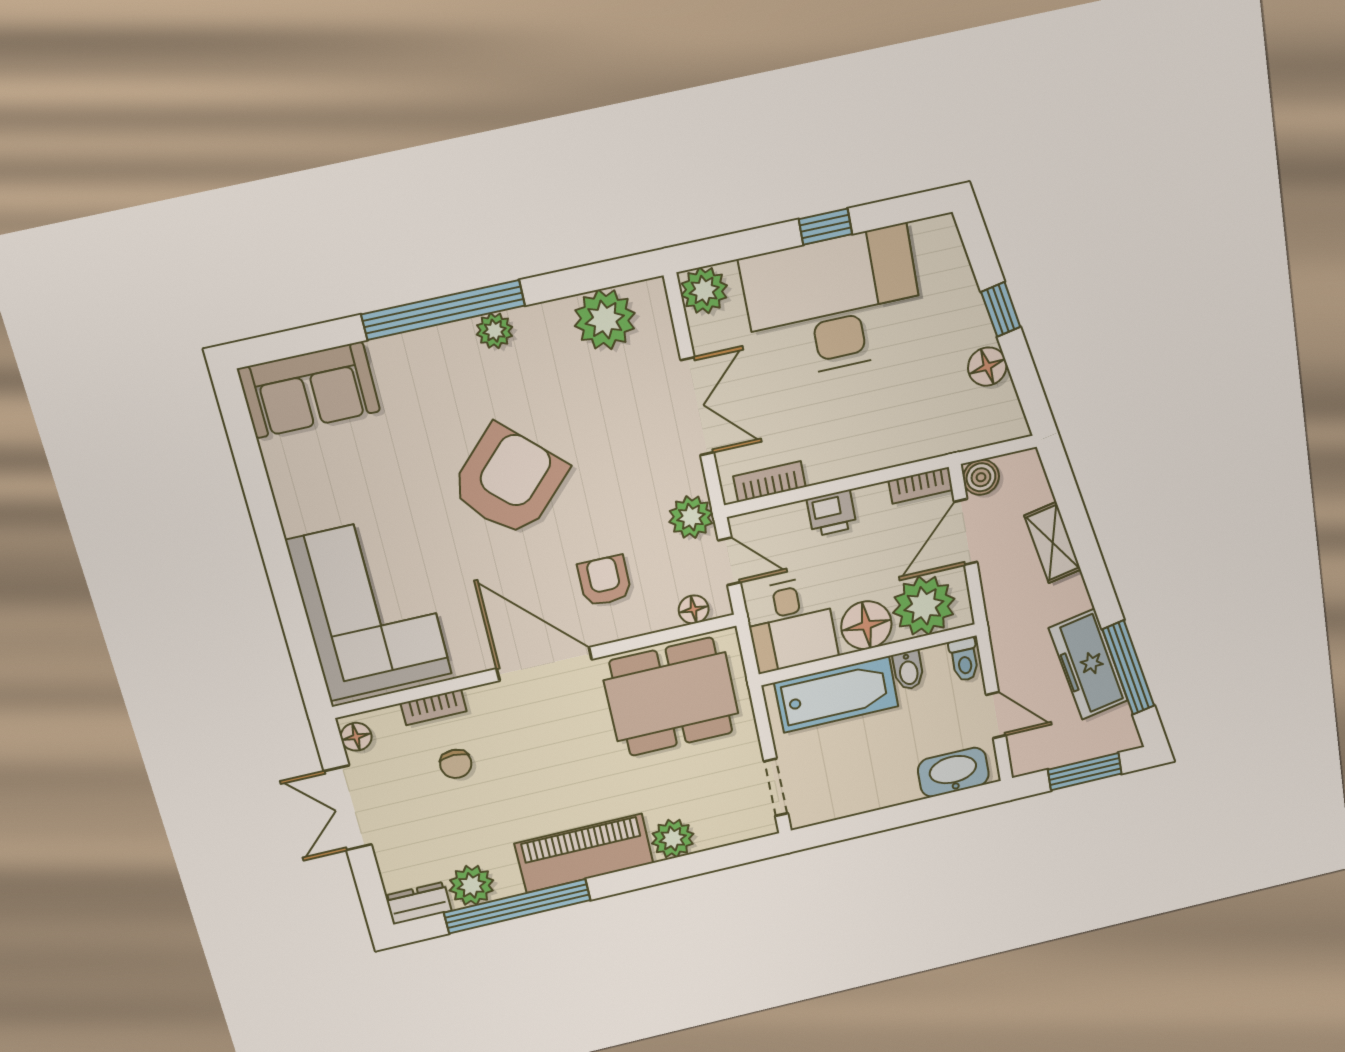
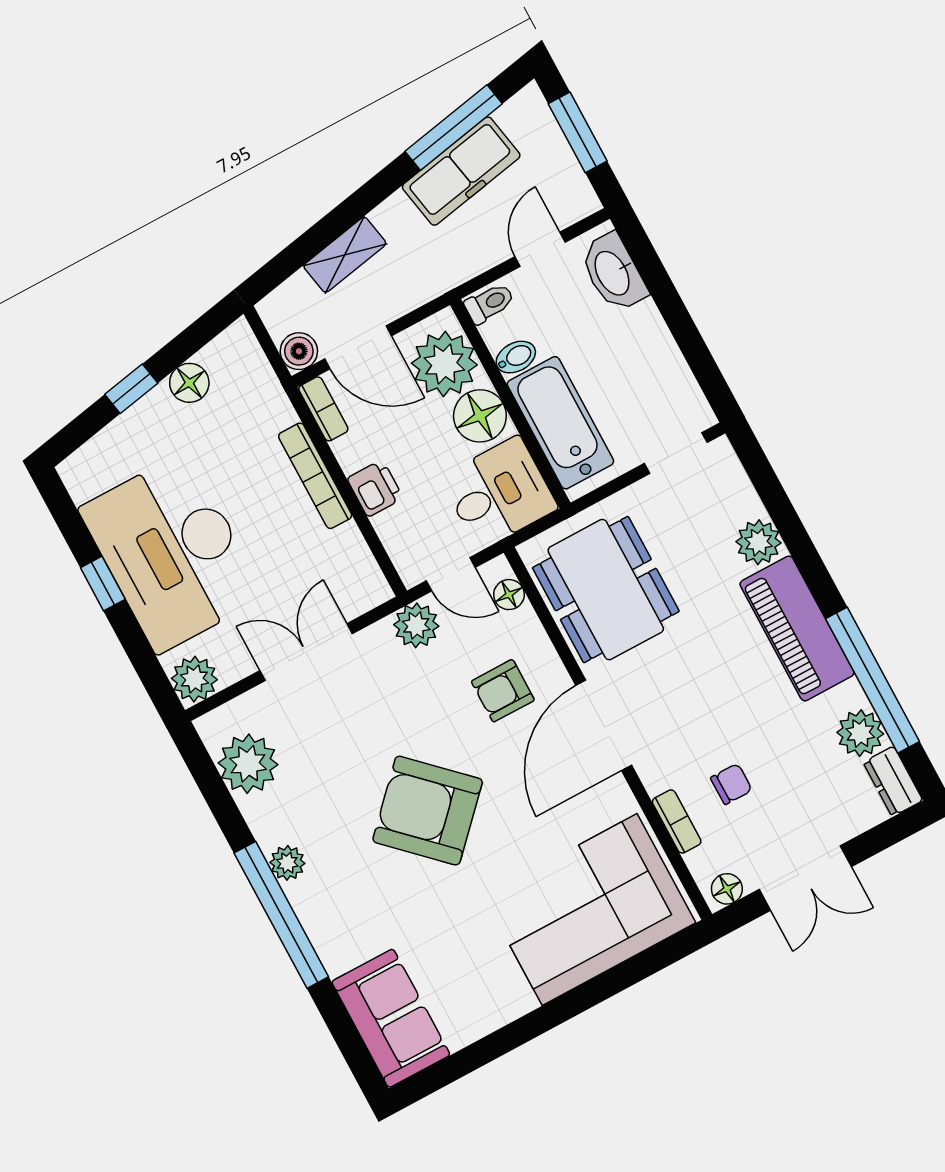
bookcase: (770, 482) -> (315, 476), moved, width x1.56
door: (729, 561) -> (451, 574), swing flipped

